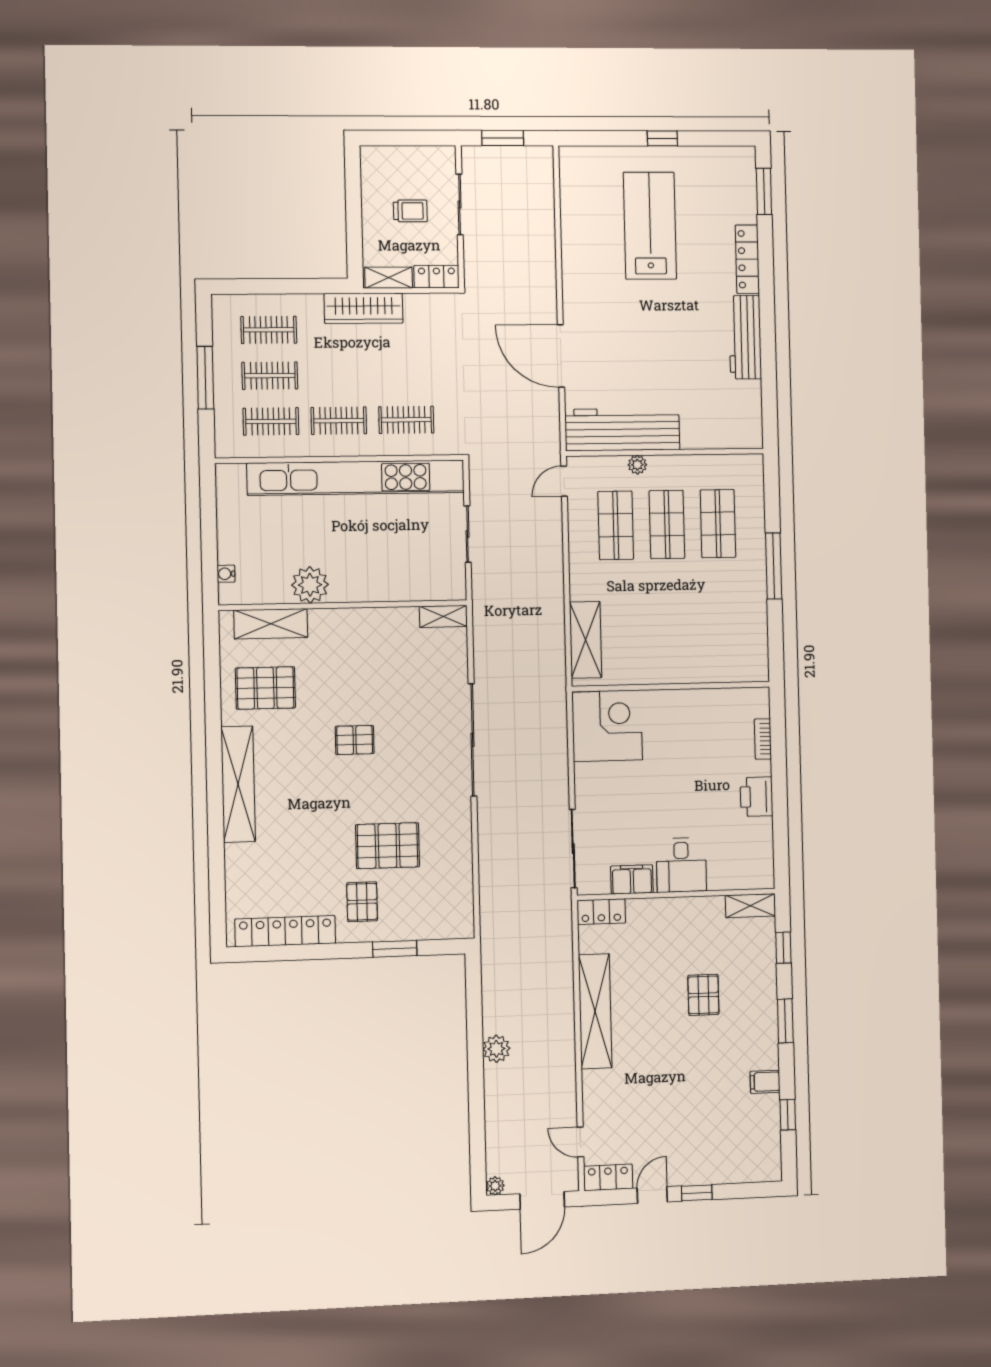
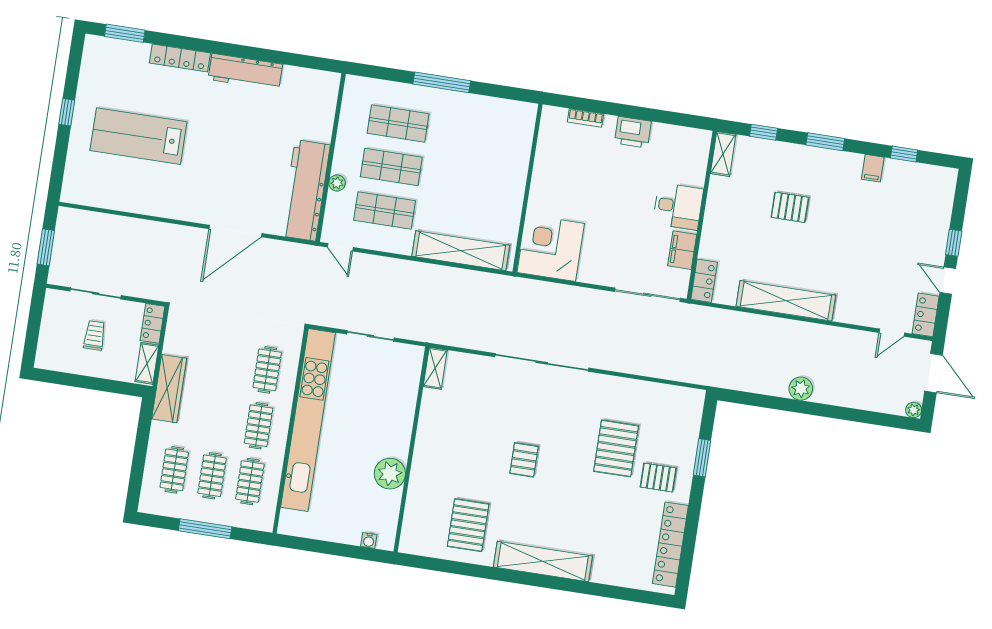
shelving: (271, 624) -> (416, 511), removed
shelving: (586, 640) -> (461, 251), width x1.47

